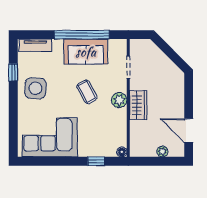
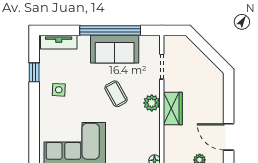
side table: (35, 88) -> (59, 90), width x0.54, depth x0.54

